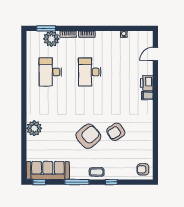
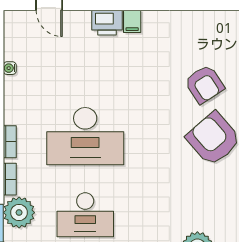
desk: (90, 72) -> (85, 136), width x1.36, depth x1.30

